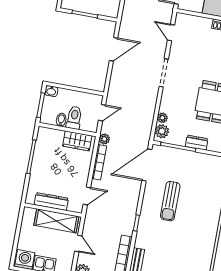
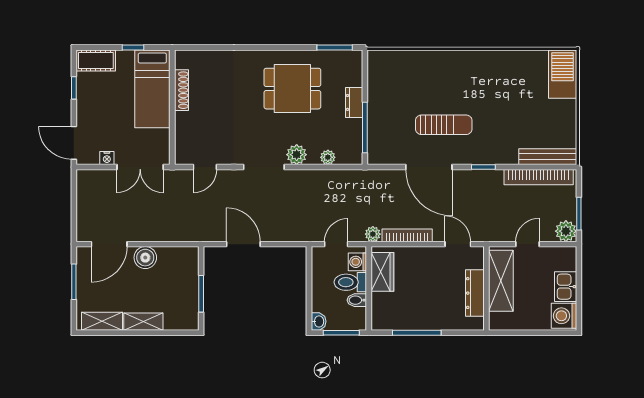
door: (102, 113) -> (336, 244), hinge flipped
washing machine: (87, 125) -> (357, 262), added
plant: (162, 131) -> (297, 155), moved
door: (147, 165) -> (429, 167), moved

